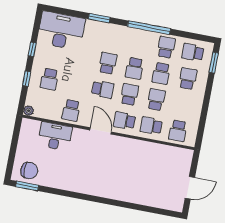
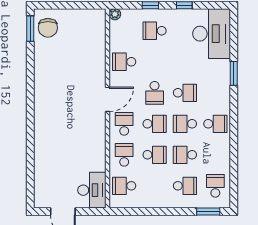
window: (149, 28) -> (234, 131), removed
school desk: (166, 47) -> (215, 124), moved
desk: (55, 136) -> (92, 190), moved

